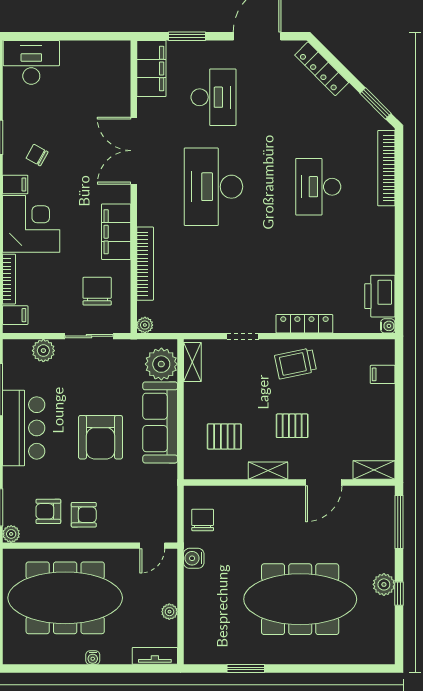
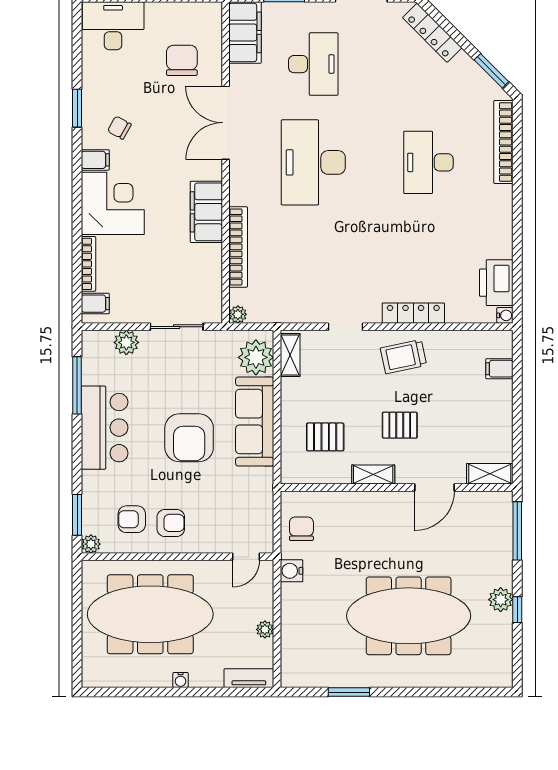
chair: (97, 291) -> (182, 60), moved

